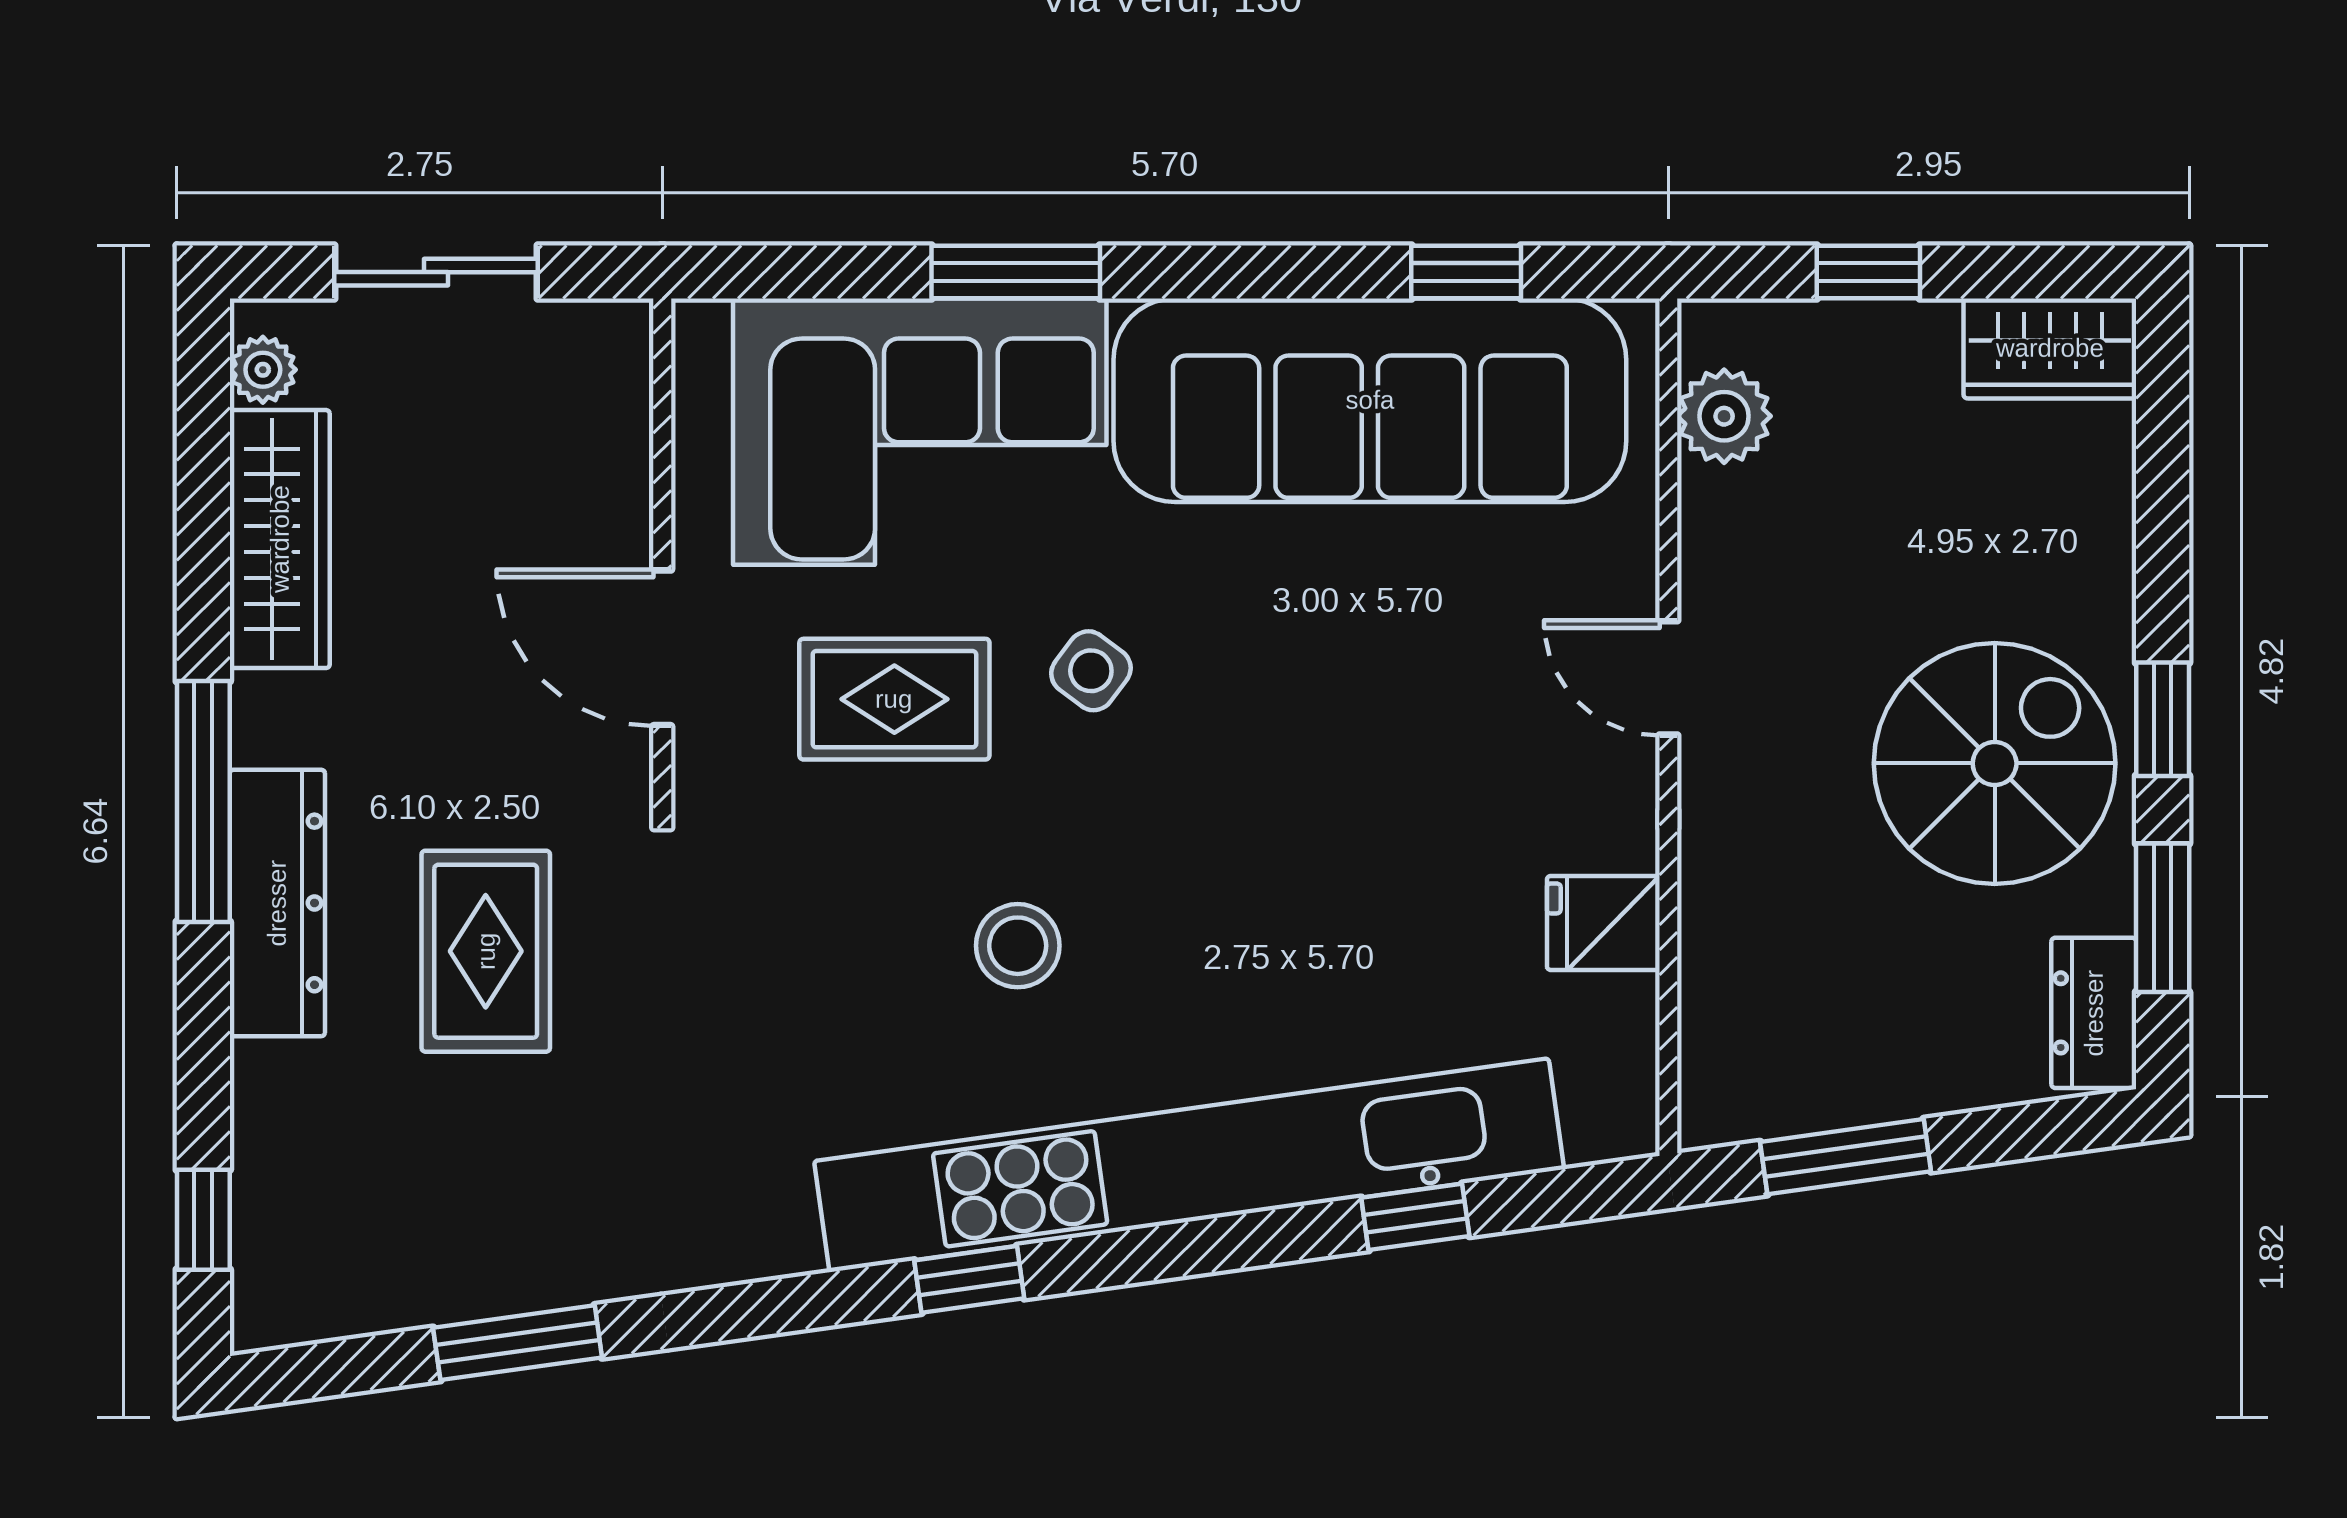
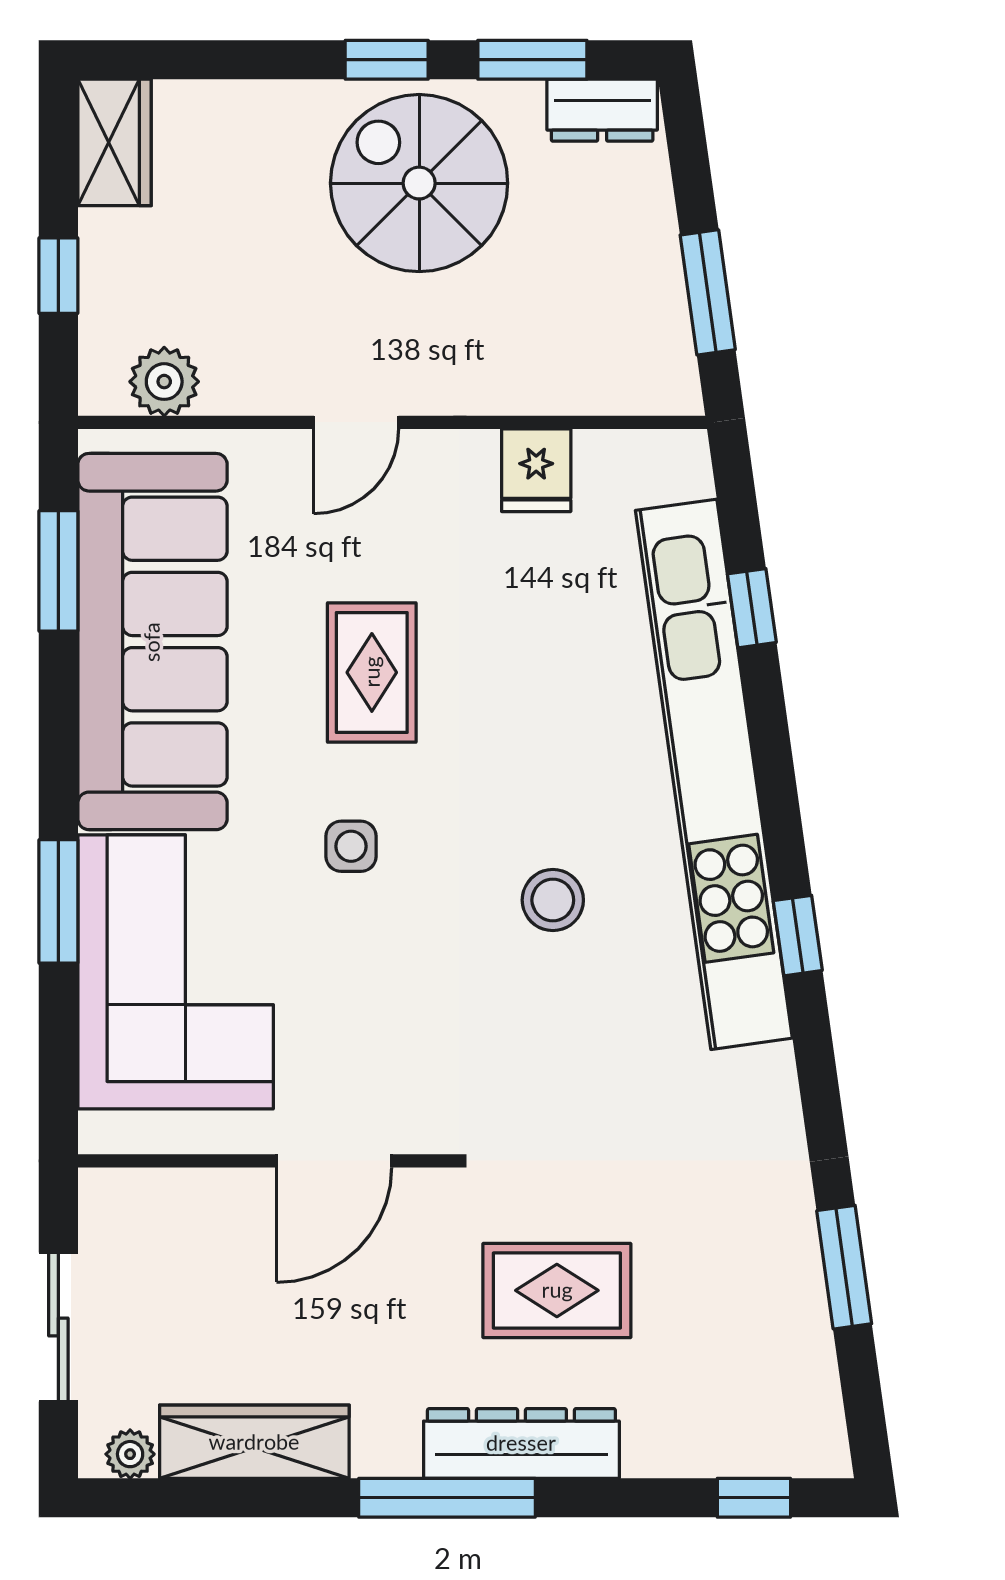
window: (1466, 272) -> (58, 571), width x1.50
side table: (1091, 671) -> (351, 846), turned -37
rug: (894, 699) -> (372, 672), moved

